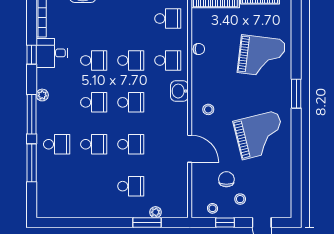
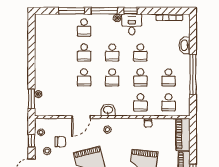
desk: (52, 53) -> (132, 24), moved
window: (32, 55) -> (130, 11), moved
washbasin: (179, 91) -> (108, 110), moved
school desk: (131, 186) -> (169, 77), moved
window: (147, 222) -> (31, 99), moved

